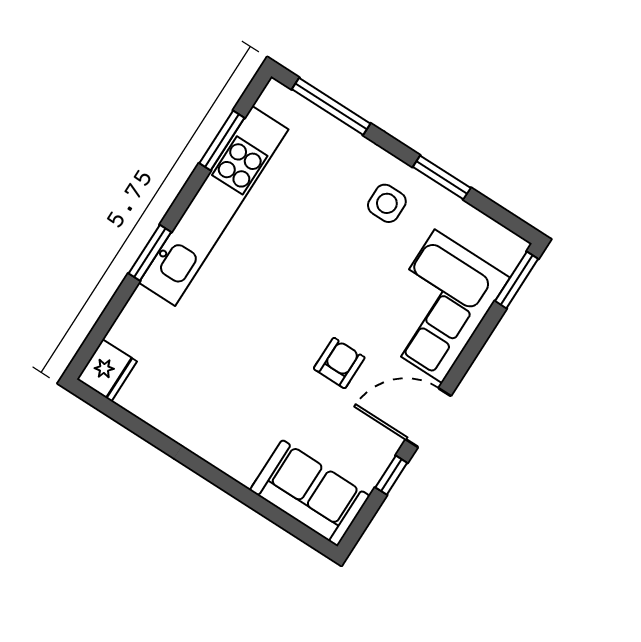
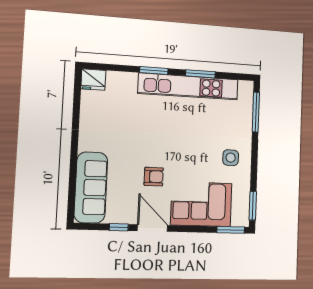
window: (222, 141) -> (200, 74), moved
window: (442, 177) -> (253, 206), moved
sofa: (310, 493) -> (91, 187), width x1.36

